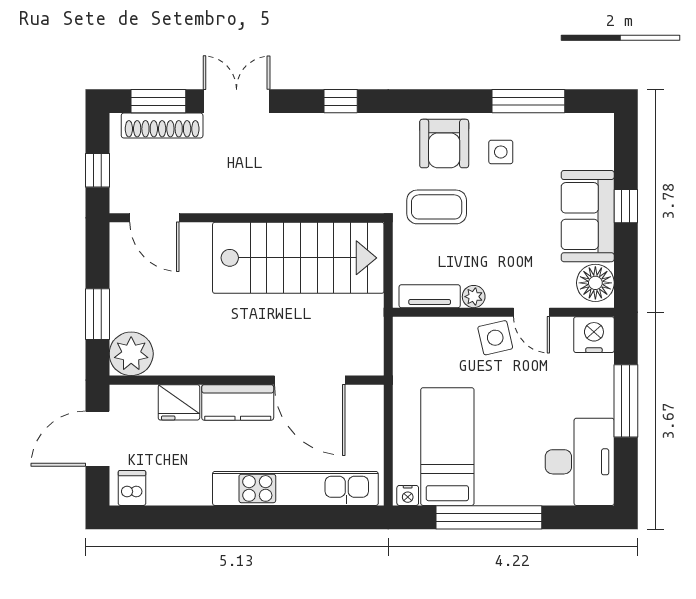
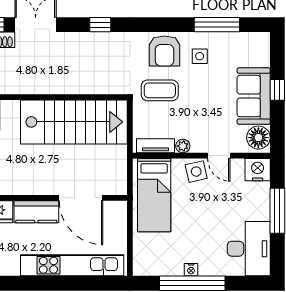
bed: (447, 447) -> (154, 195), moved, turned 180
nightstand: (408, 495) -> (191, 270), moved

